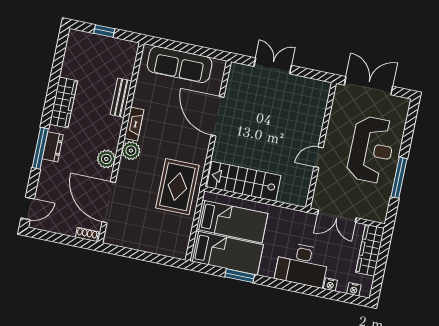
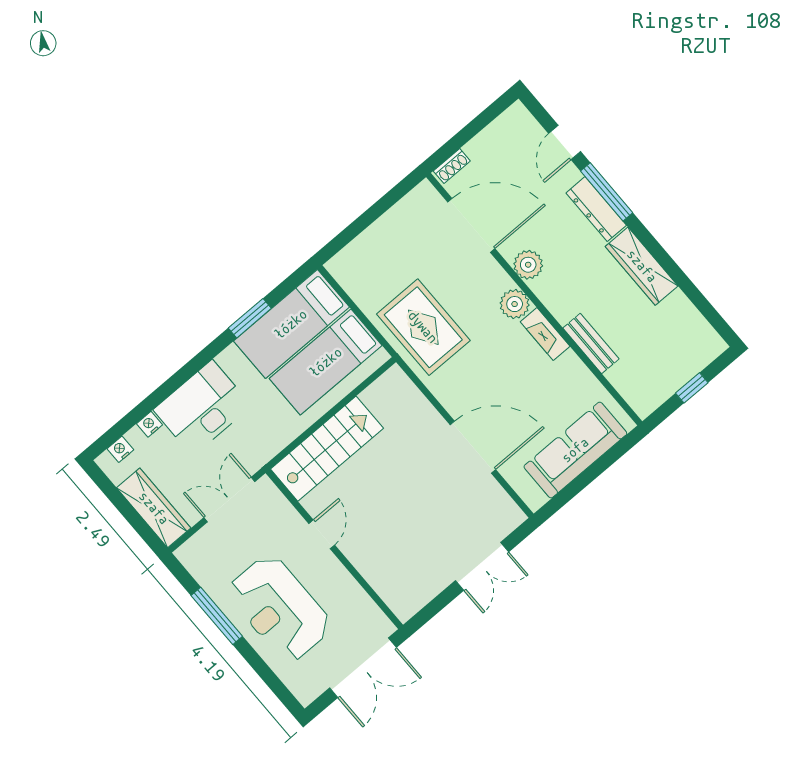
dresser: (53, 147) -> (596, 209), width x1.44
stairs: (244, 181) -> (327, 449), moved
door: (28, 208) -> (565, 143), moved

